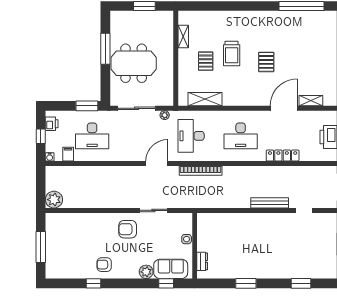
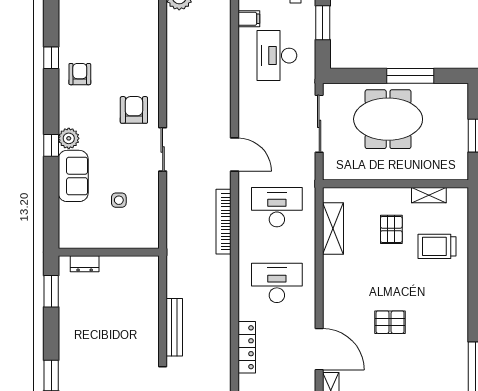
trolley: (232, 54) -> (437, 246), moved
pallet: (206, 61) -> (391, 229), turned 90
meeting table: (134, 63) -> (388, 119), turned 90
window: (87, 106) -> (323, 23), moved
plant: (165, 115) -> (309, 167), removed
desk: (241, 136) -> (277, 283), turned 90
wall: (195, 246) -> (109, 252), moved
dresser: (202, 261) -> (85, 264), moved
window: (166, 283) -> (51, 145), moved

